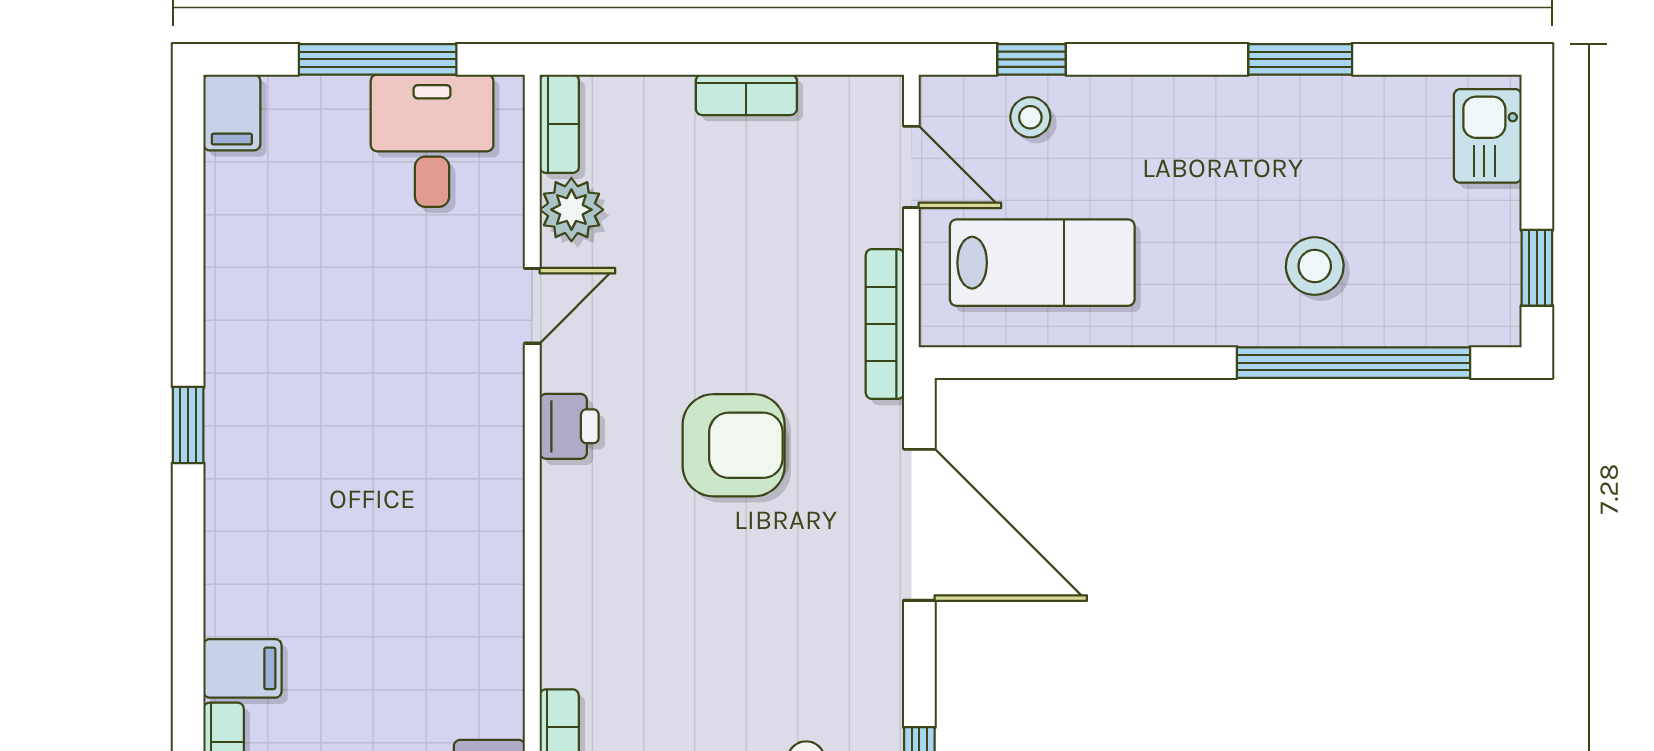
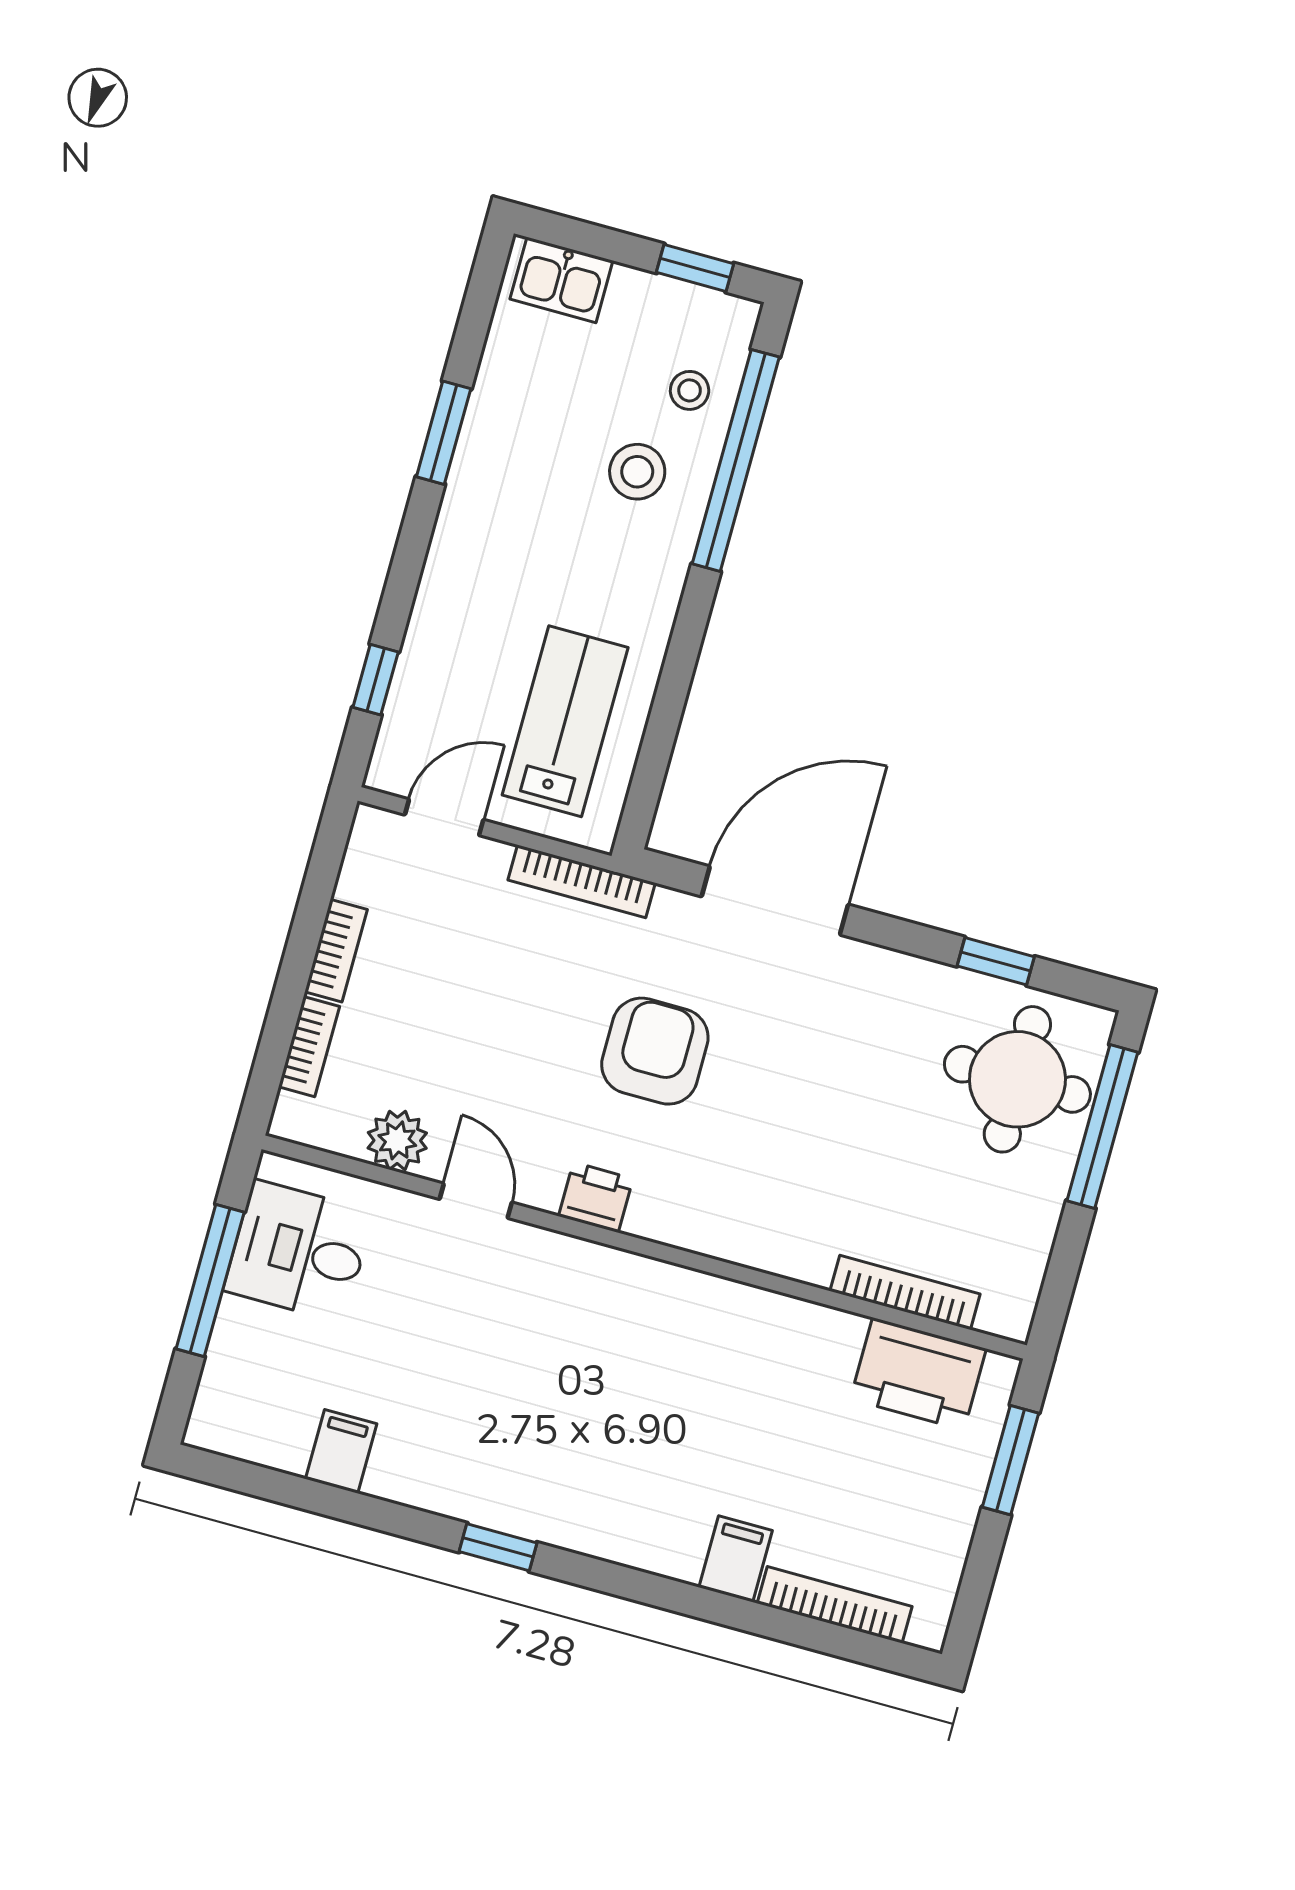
filing cabinet: (232, 113) -> (341, 1451), moved, turned -90
stool: (1030, 117) -> (690, 390), moved
bookcase: (559, 124) -> (309, 1047), moved, turned 90

